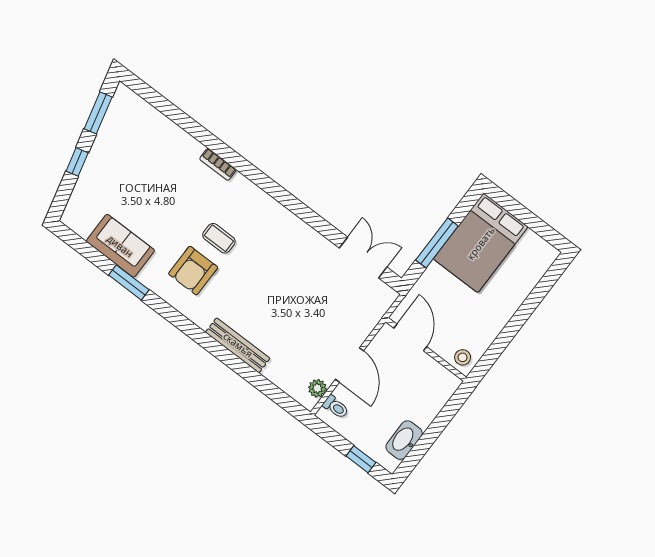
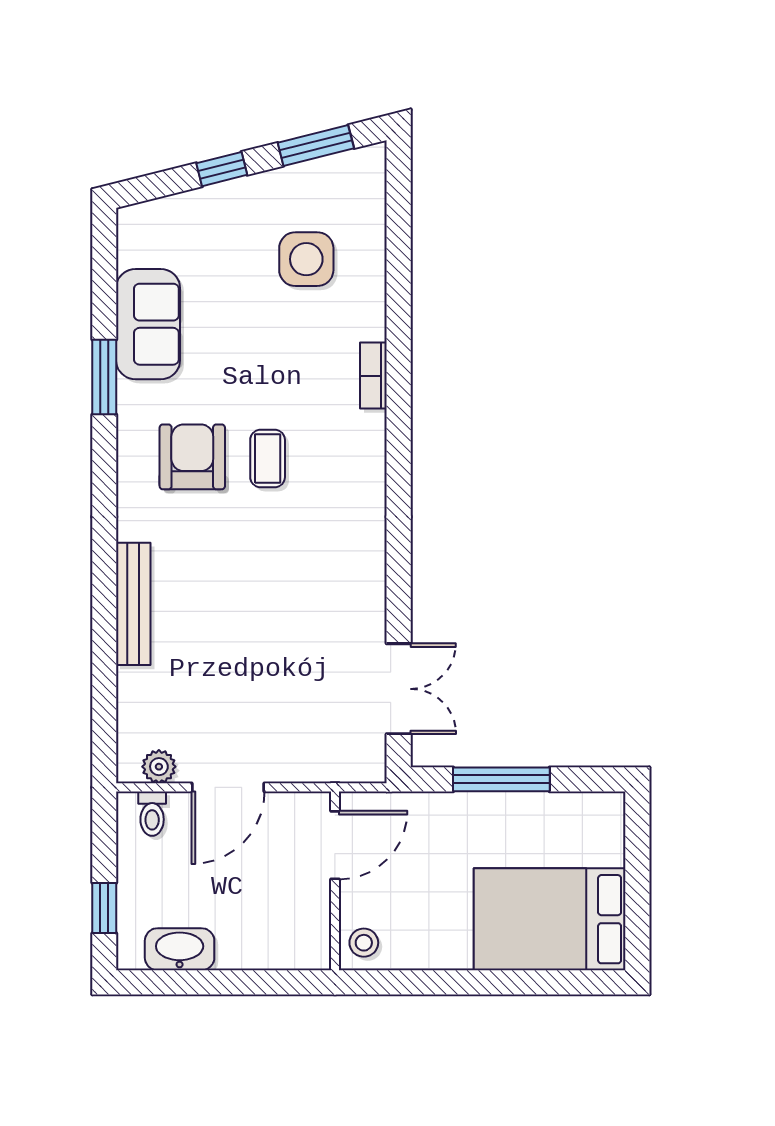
side table: (145, 155) -> (306, 259), added
bed: (481, 243) -> (550, 919), moved
armchair: (193, 271) -> (192, 457), turned 90

